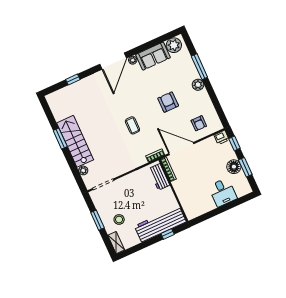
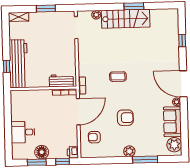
stool: (119, 219) -> (38, 28), removed

